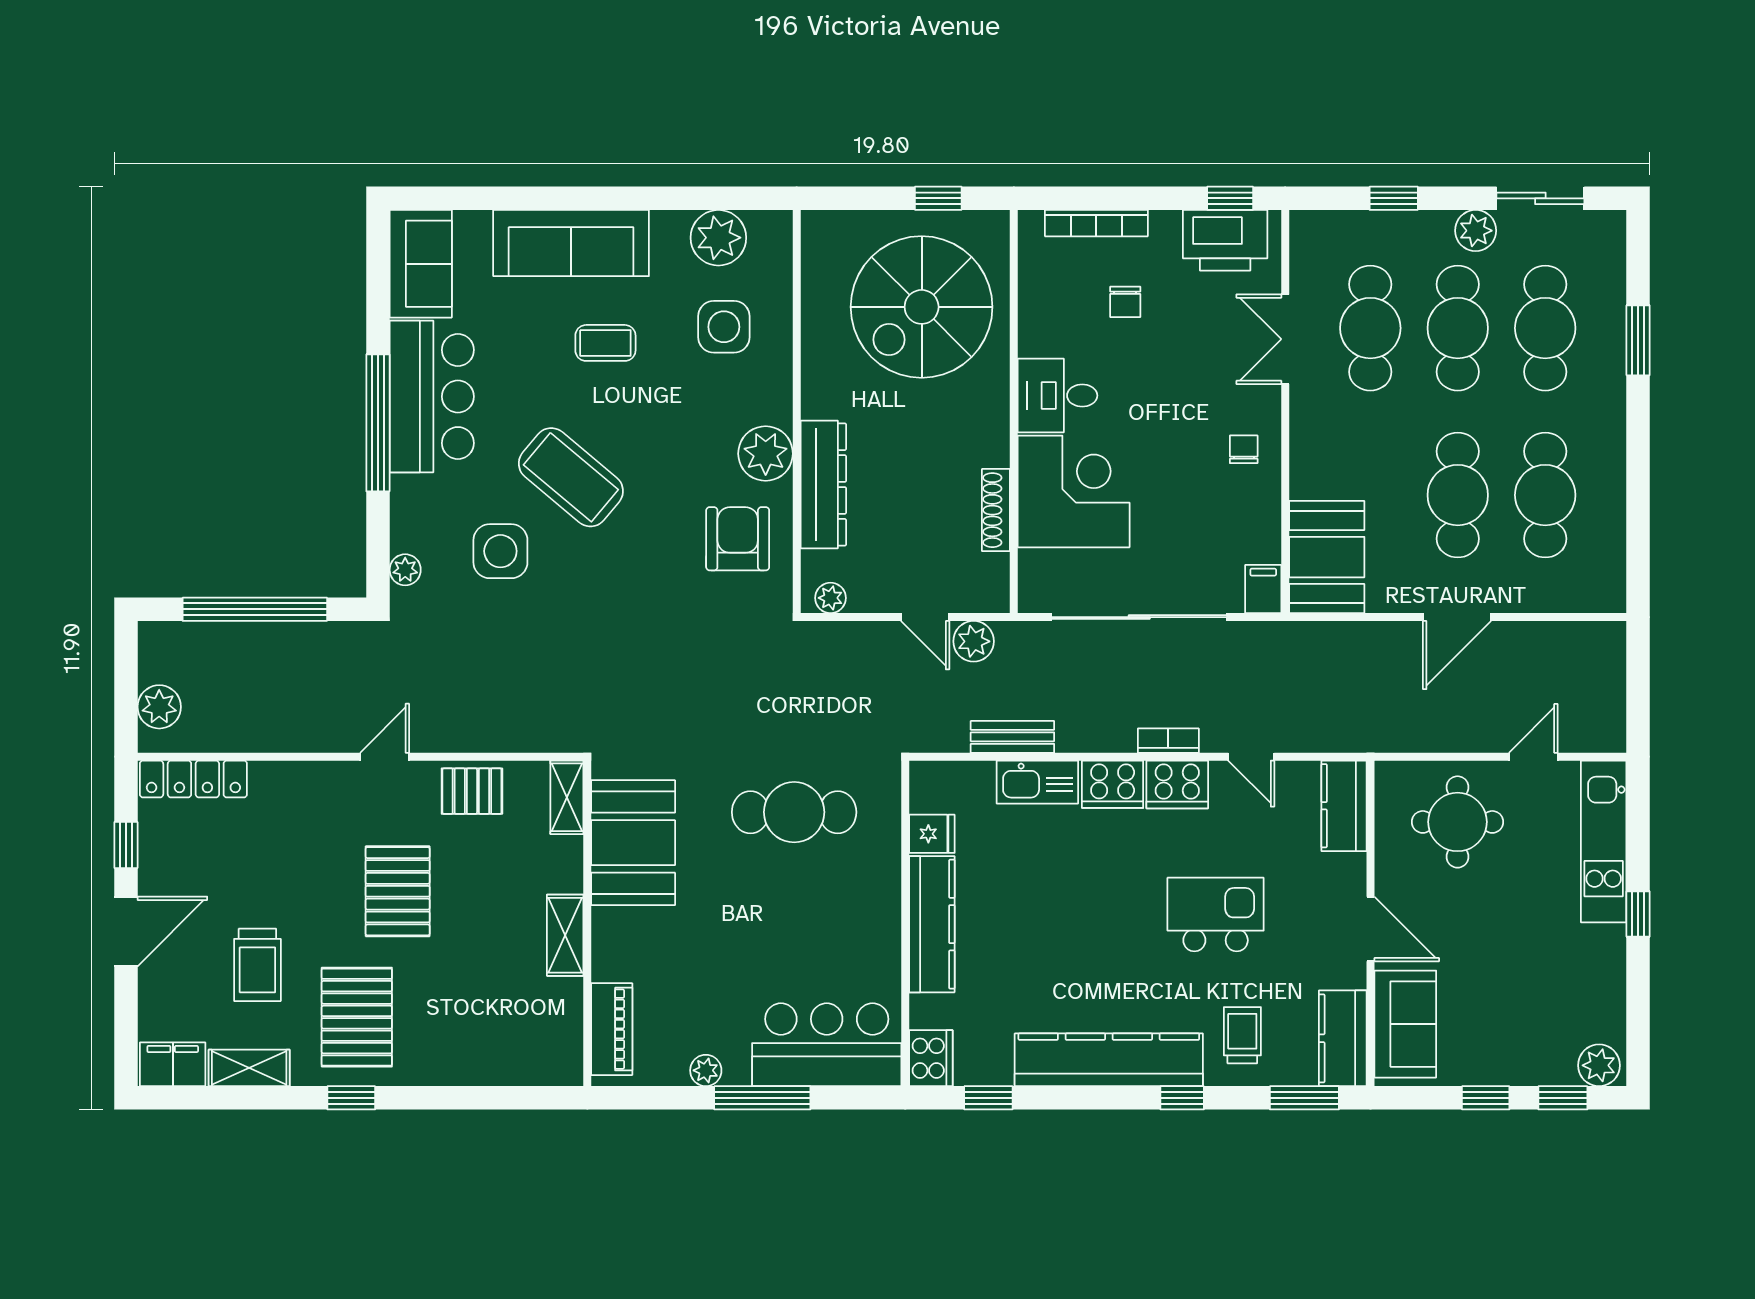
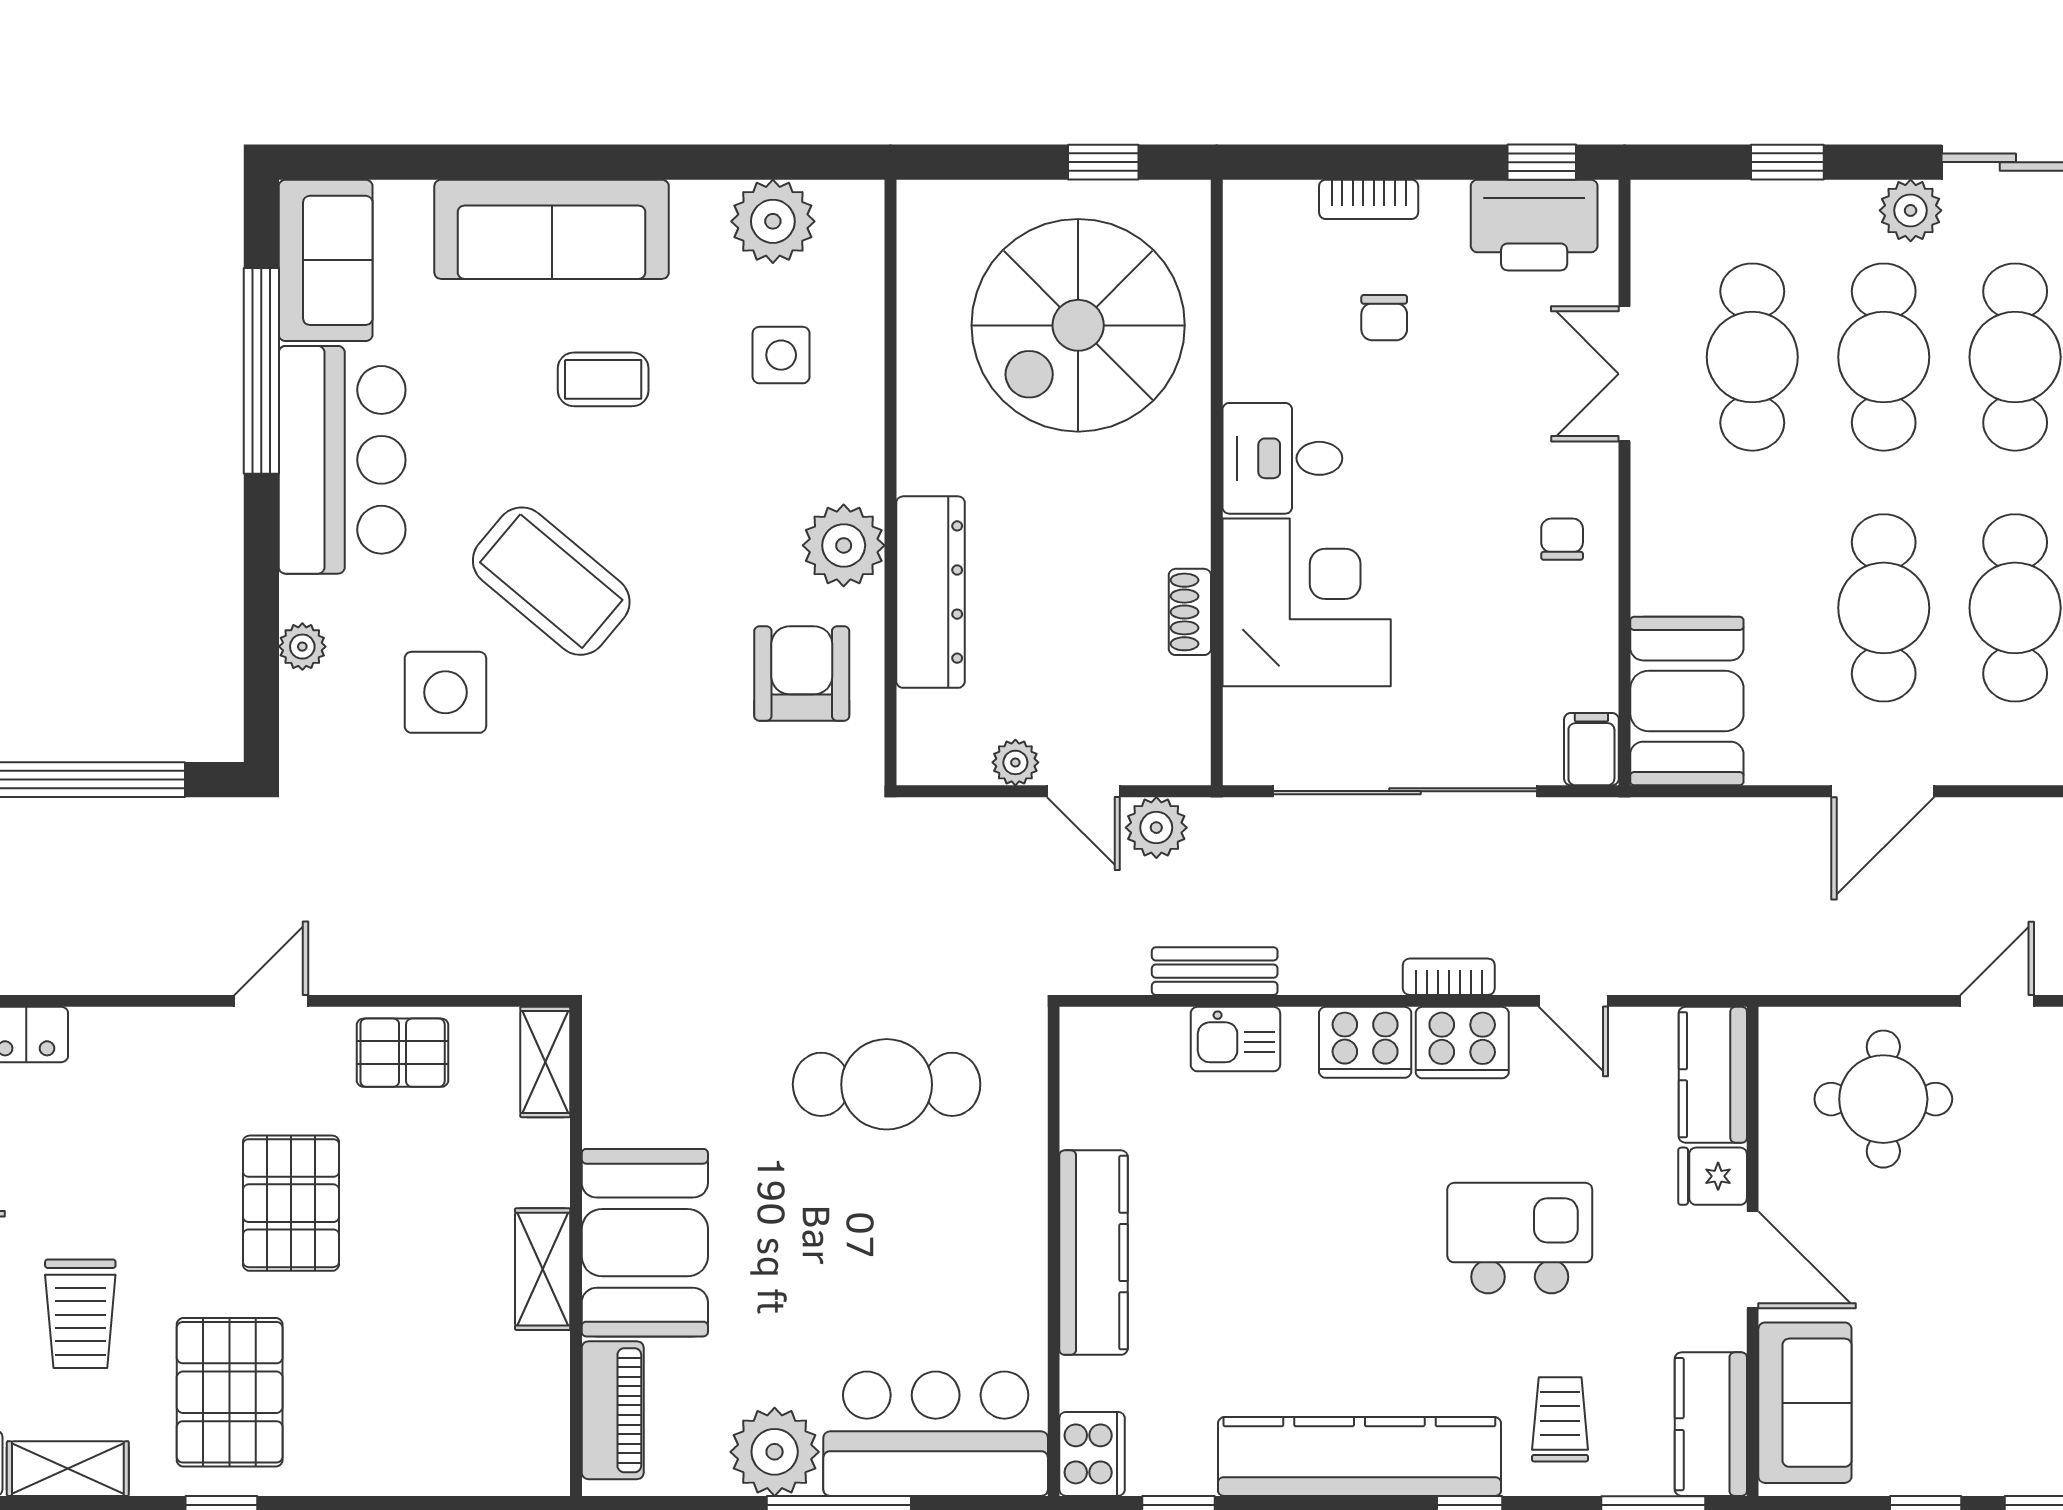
bookcase: (1096, 223) -> (1369, 199), width x0.64
side table: (724, 327) -> (781, 355), width x0.73, depth x0.73
window: (378, 423) -> (261, 371), moved
shoe rack: (996, 510) -> (1190, 612), width x0.70
plant: (405, 570) -> (302, 647), moved
plant: (830, 598) -> (1015, 762), moved
kitchen sink: (1037, 782) -> (1235, 1039), width x0.73
fridge: (932, 834) -> (1713, 1176), moved, turned 180
booth: (633, 843) -> (645, 1243), moved
plant: (706, 1070) -> (775, 1452), width x1.88, depth x1.88

